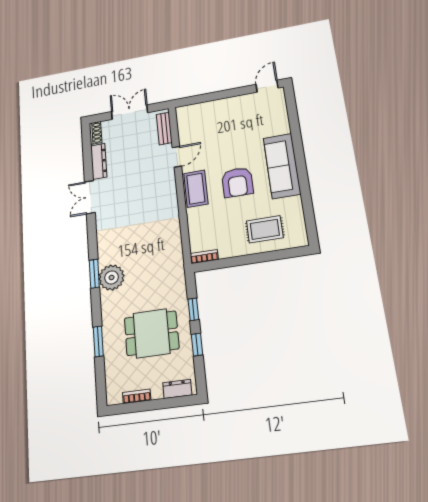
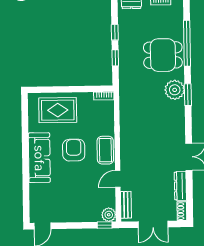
window: (189, 101) -> (105, 225), added
plant: (185, 113) -> (109, 215), added
rug: (265, 229) -> (58, 110), width x1.36, depth x1.43
dining table: (152, 333) -> (163, 55), moved
window: (98, 341) -> (187, 43), width x2.11

